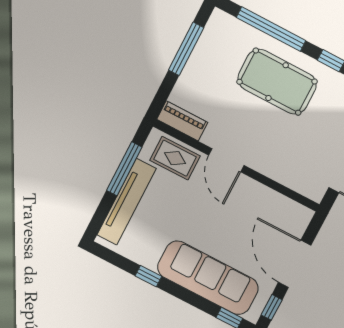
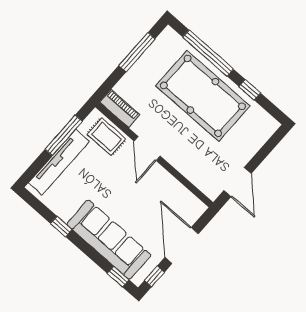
pool table: (277, 82) -> (203, 96), width x1.36, depth x1.32

